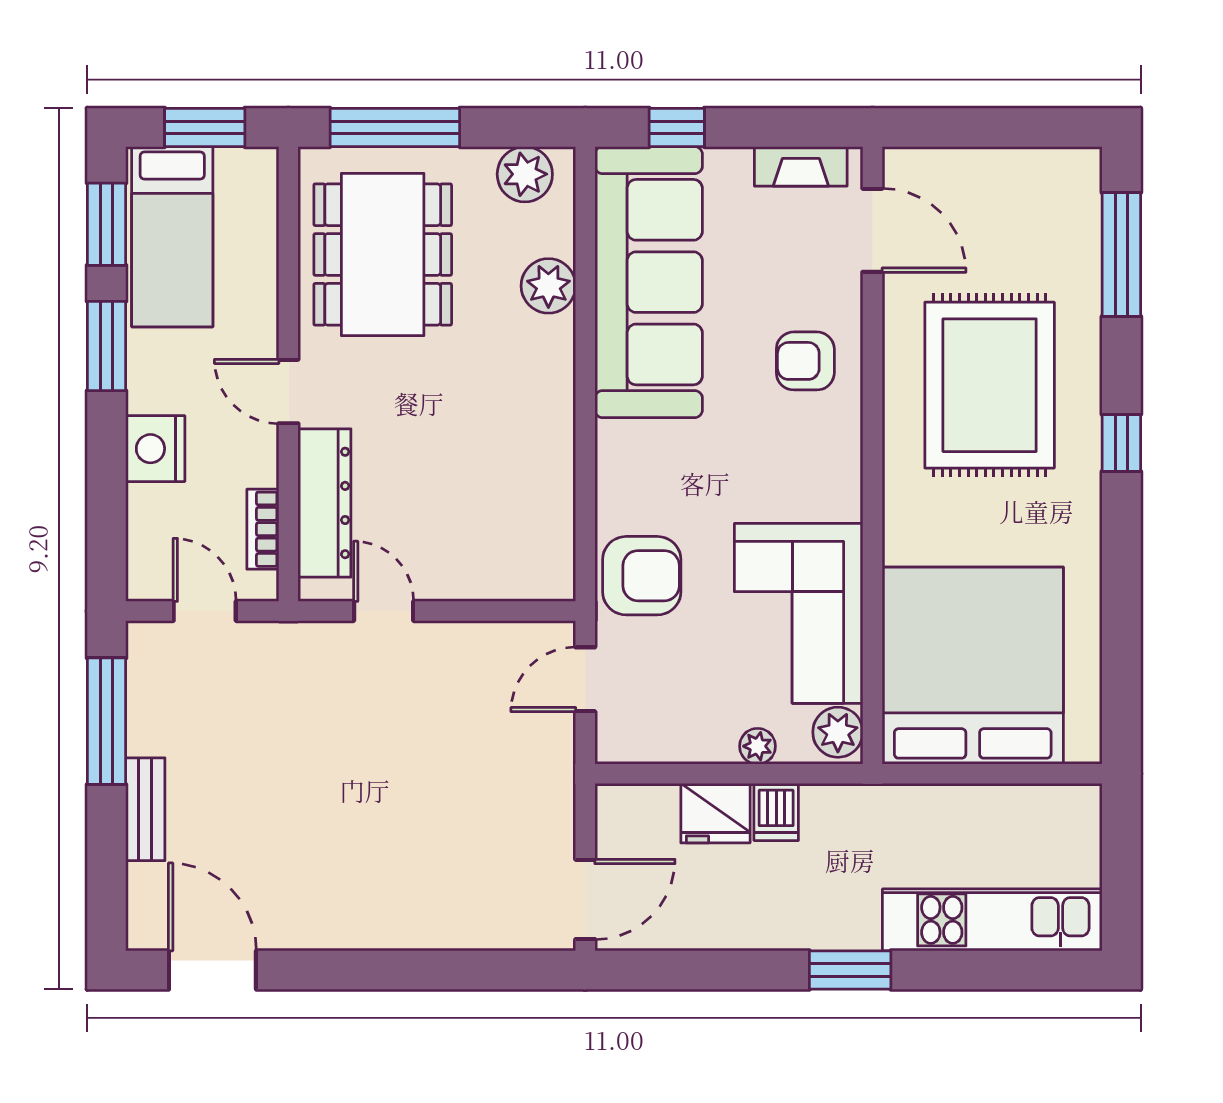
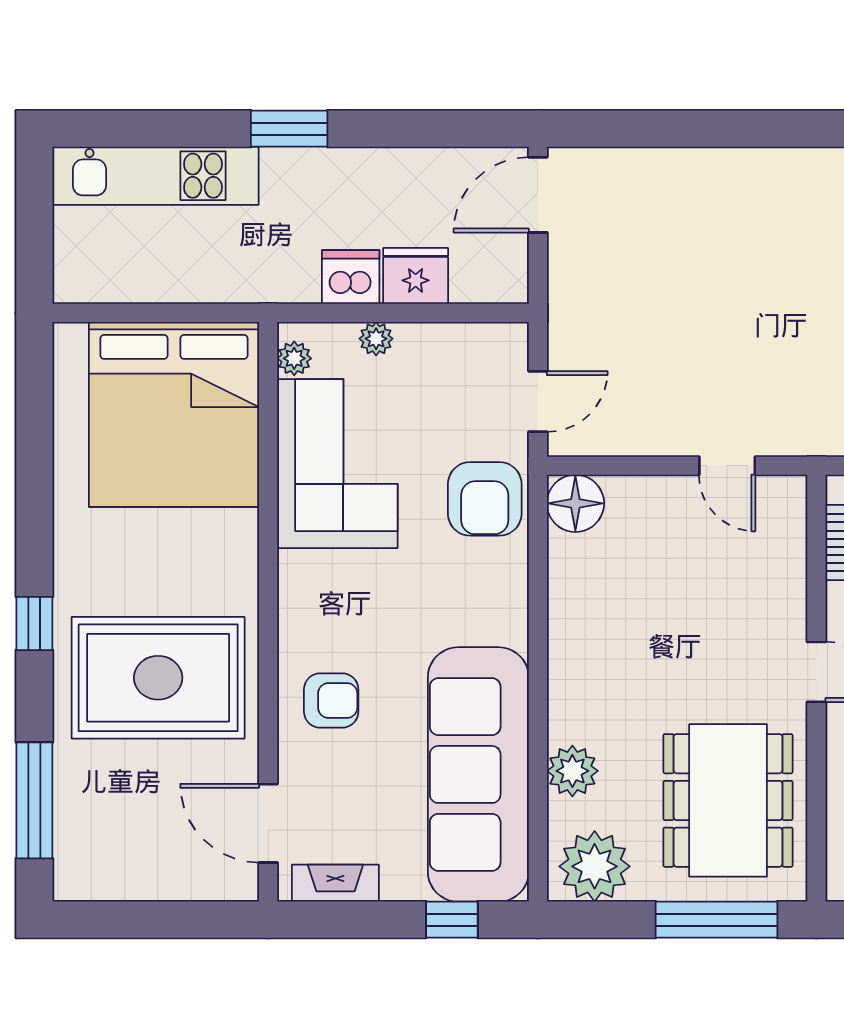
plant: (525, 174) -> (595, 866), width x1.36, depth x1.36
rug: (990, 385) -> (158, 678), turned 90
dresser: (324, 503) -> (783, 567), removed
floor lamp: (545, 571) -> (575, 503), added
armchair: (642, 576) -> (485, 499), turned -90
plant: (838, 732) -> (294, 358), width x0.73, depth x0.73
dishwasher: (776, 812) -> (351, 277), width x1.38

